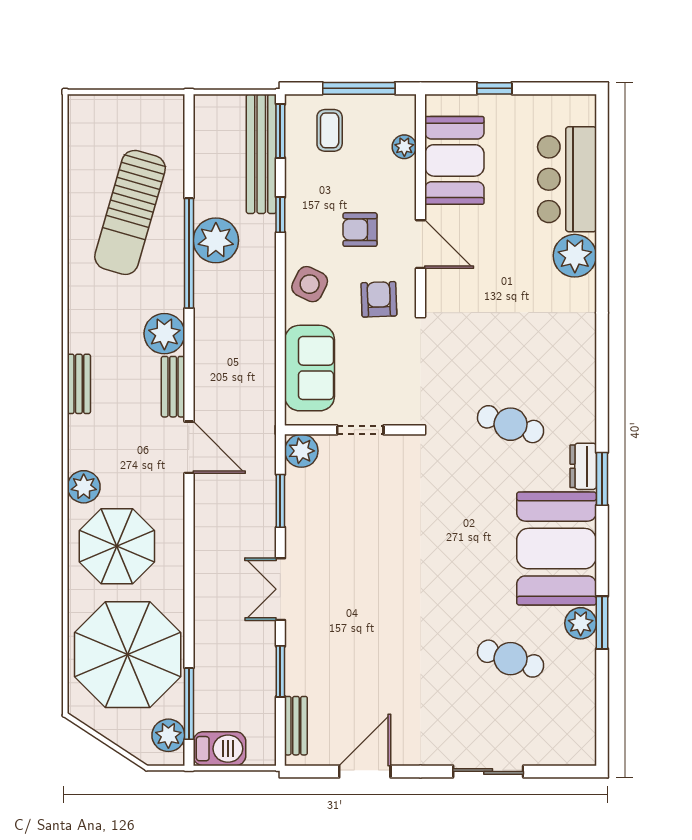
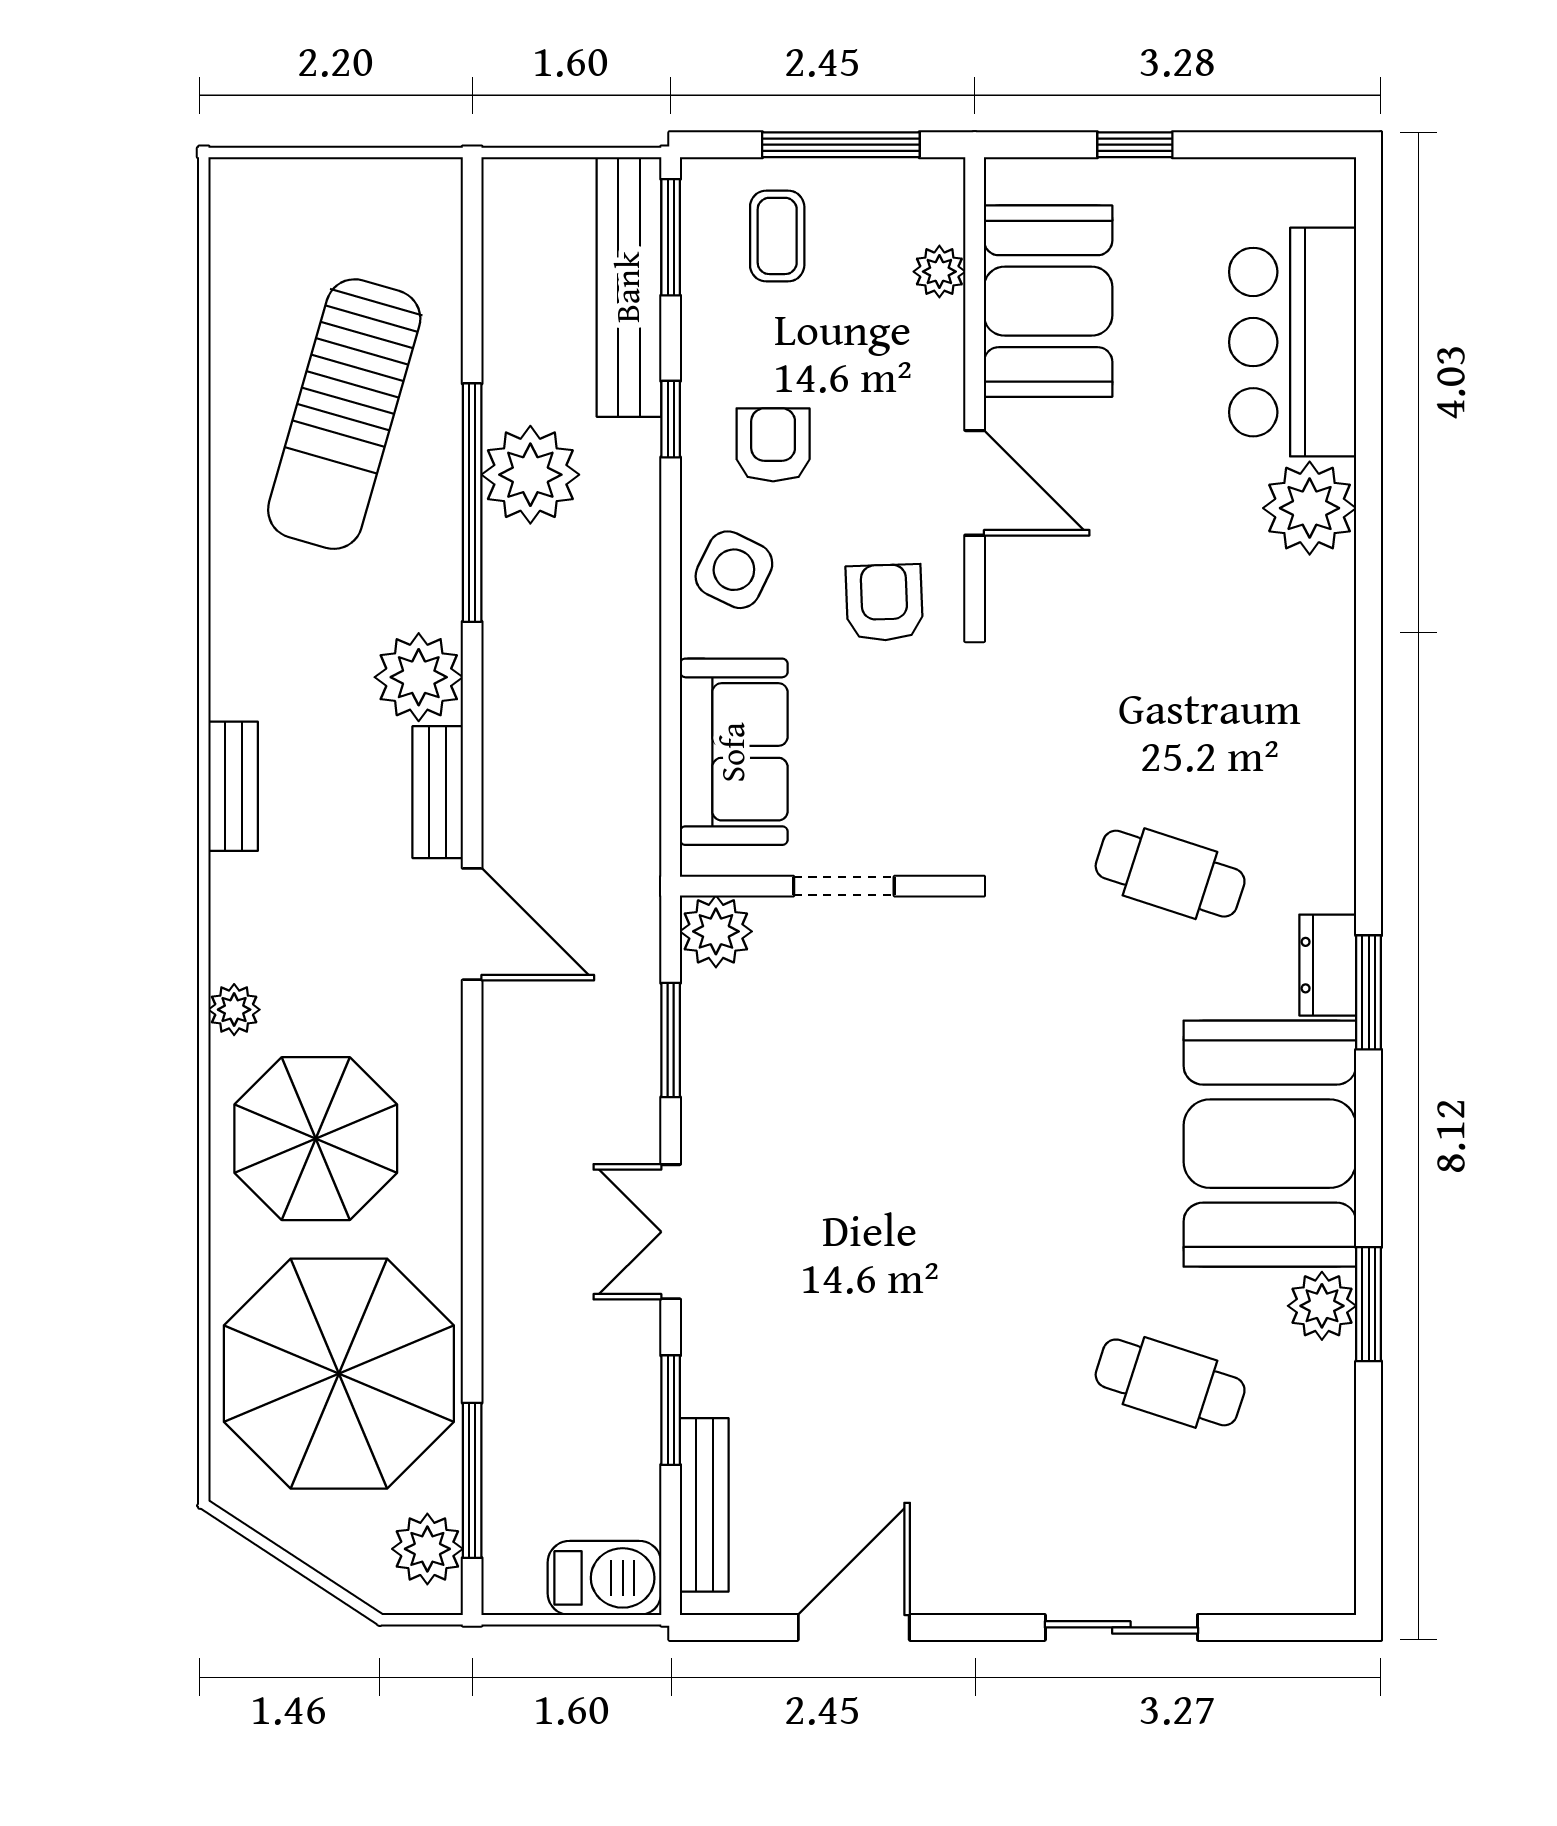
armchair: (360, 230) -> (773, 445), moved, turned 90
plant: (84, 487) -> (234, 1010), width x0.73, depth x0.73
bench: (296, 726) -> (704, 1505), width x1.36
barbecue: (219, 749) -> (604, 1578), moved

